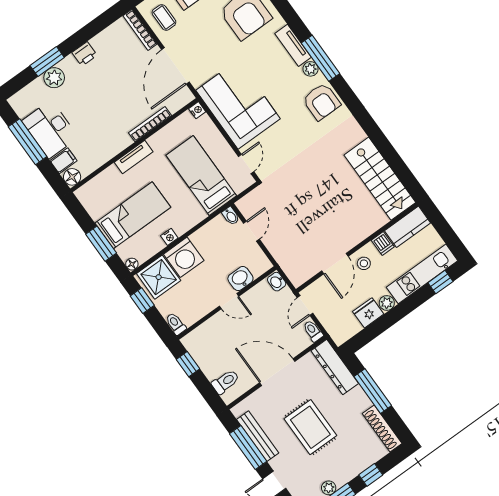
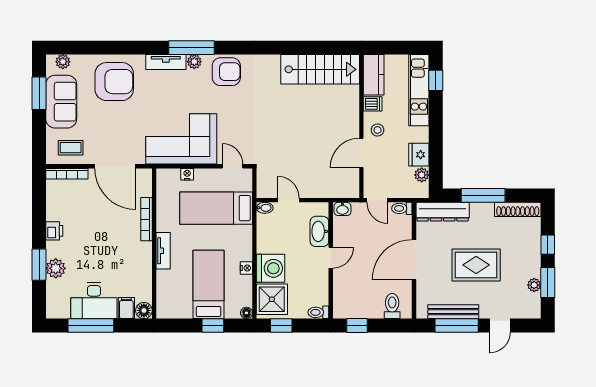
nightstand: (197, 110) -> (187, 174), moved
window: (101, 244) -> (213, 325), width x0.67
door: (335, 264) -> (361, 153), swing flipped
washbasin: (240, 279) -> (319, 231), width x1.38
plant: (387, 303) -> (422, 175), moved

